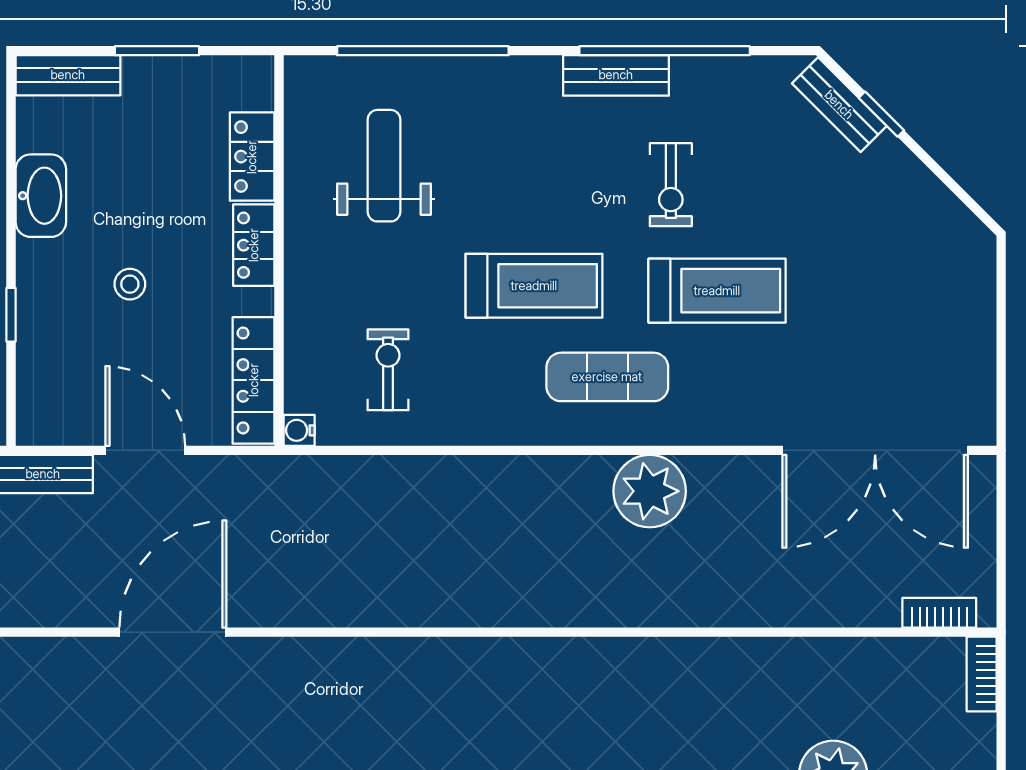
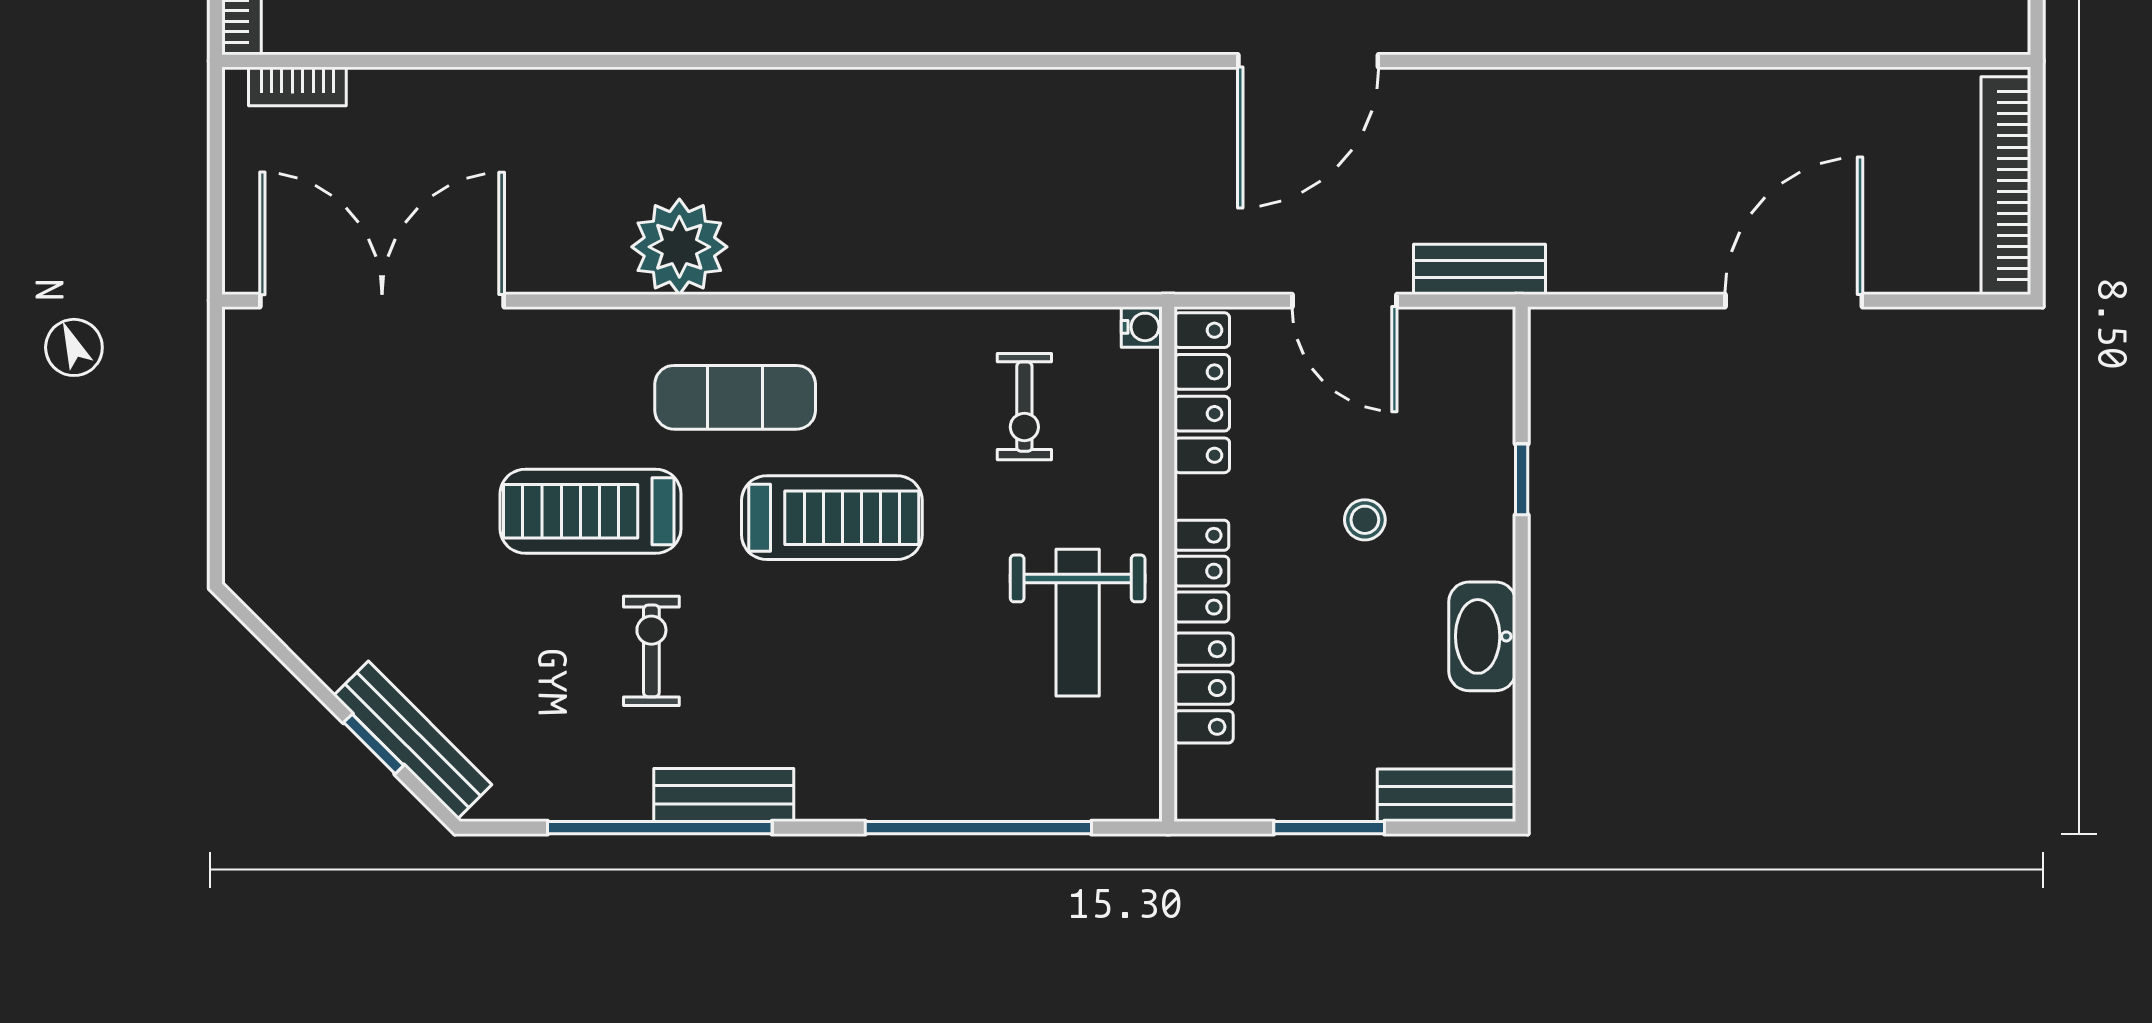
bench: (839, 105) -> (413, 740), width x1.36
weight bench: (384, 166) -> (1078, 623), moved
treadmill: (534, 286) -> (832, 518), turned 180

